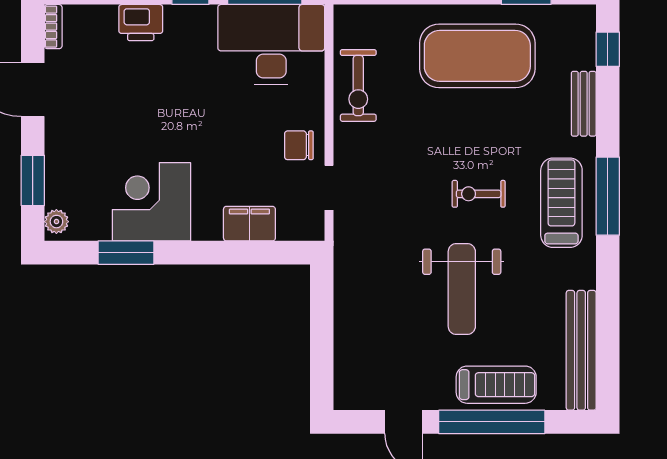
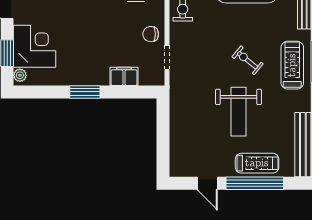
exercise bike: (479, 194) -> (248, 60), turned 39
corner desk: (151, 202) -> (35, 46), moved, turned 90
window: (126, 253) -> (85, 92), moved

